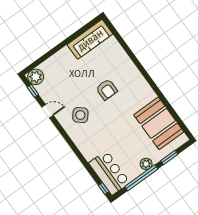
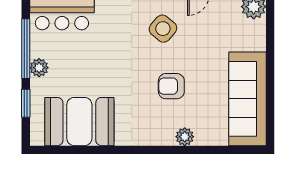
sofa: (90, 39) -> (247, 99), width x1.36, depth x1.27
plant: (128, 64) -> (185, 137), added

